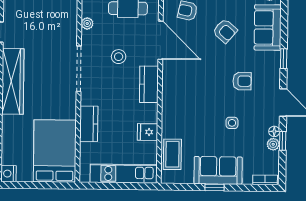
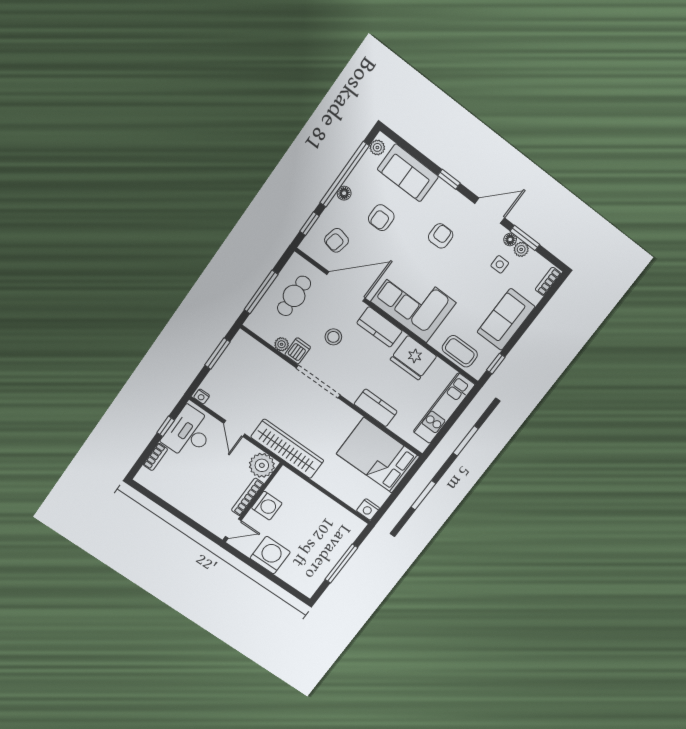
armchair: (225, 31) -> (381, 218), turned 139
dishwasher: (91, 38) -> (298, 351), added
corner sofa: (183, 96) -> (413, 302), added
side table: (232, 123) -> (500, 264), moved
fridge: (147, 132) -> (413, 358), width x1.88, depth x1.34
window: (283, 141) -> (525, 238), width x1.50
window: (214, 187) -> (496, 364), moved

